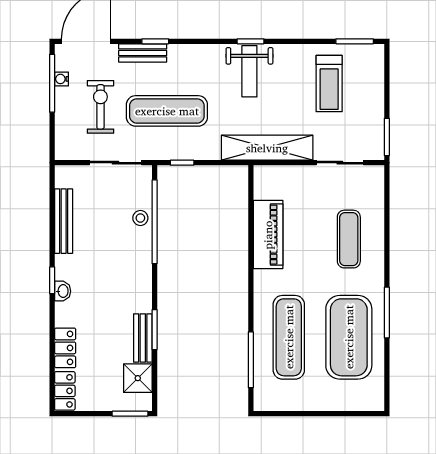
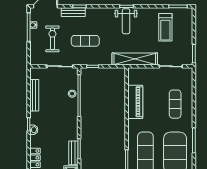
exercise mat: (167, 111) -> (85, 41), width x0.73, depth x0.69

